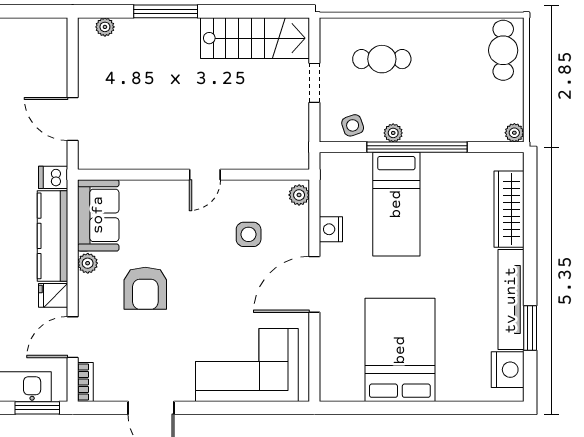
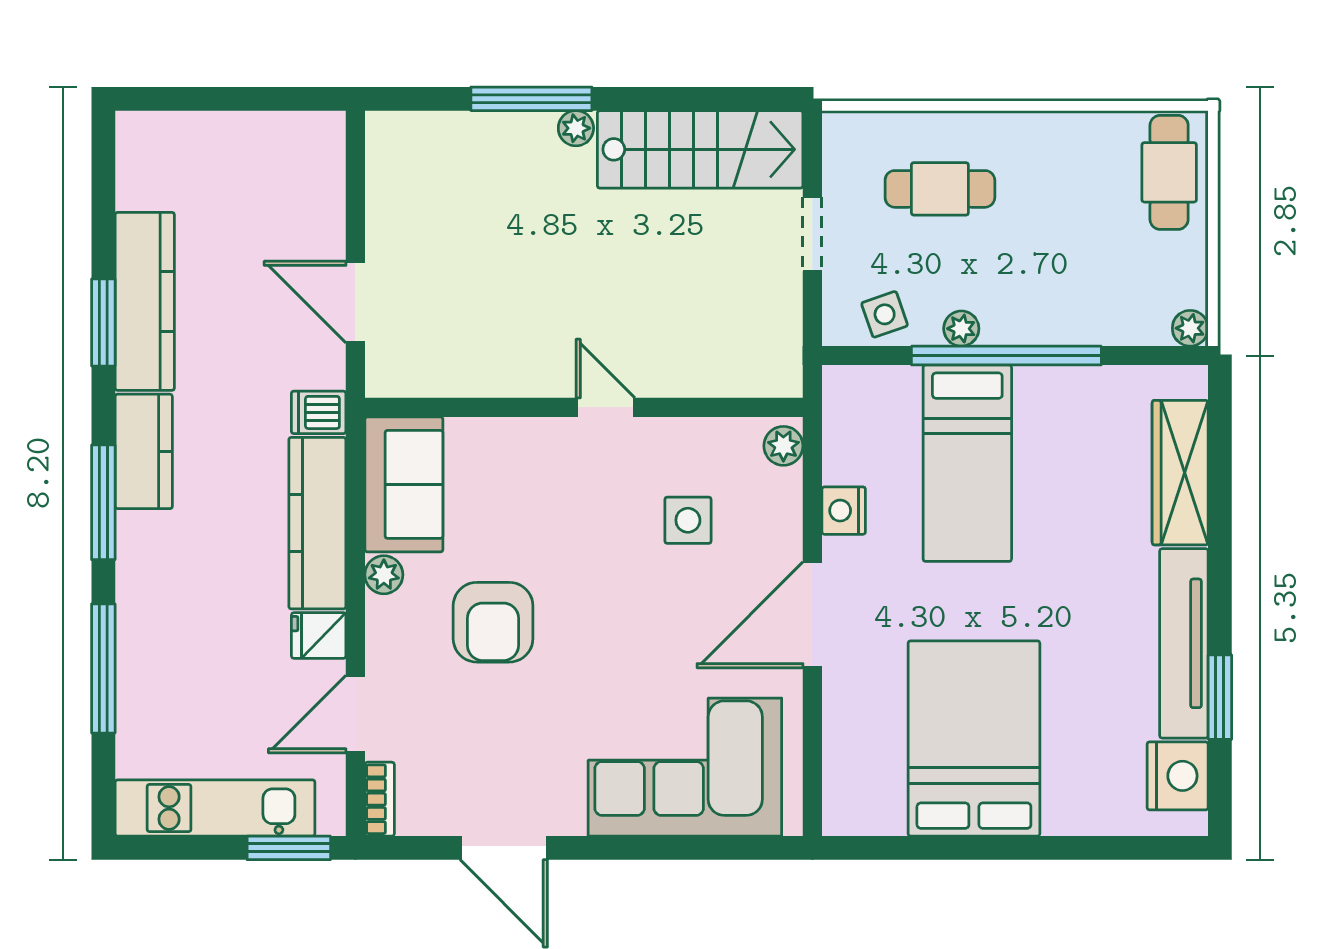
plant: (105, 27) -> (576, 128), moved
door: (205, 175) -> (605, 407), swing flipped

